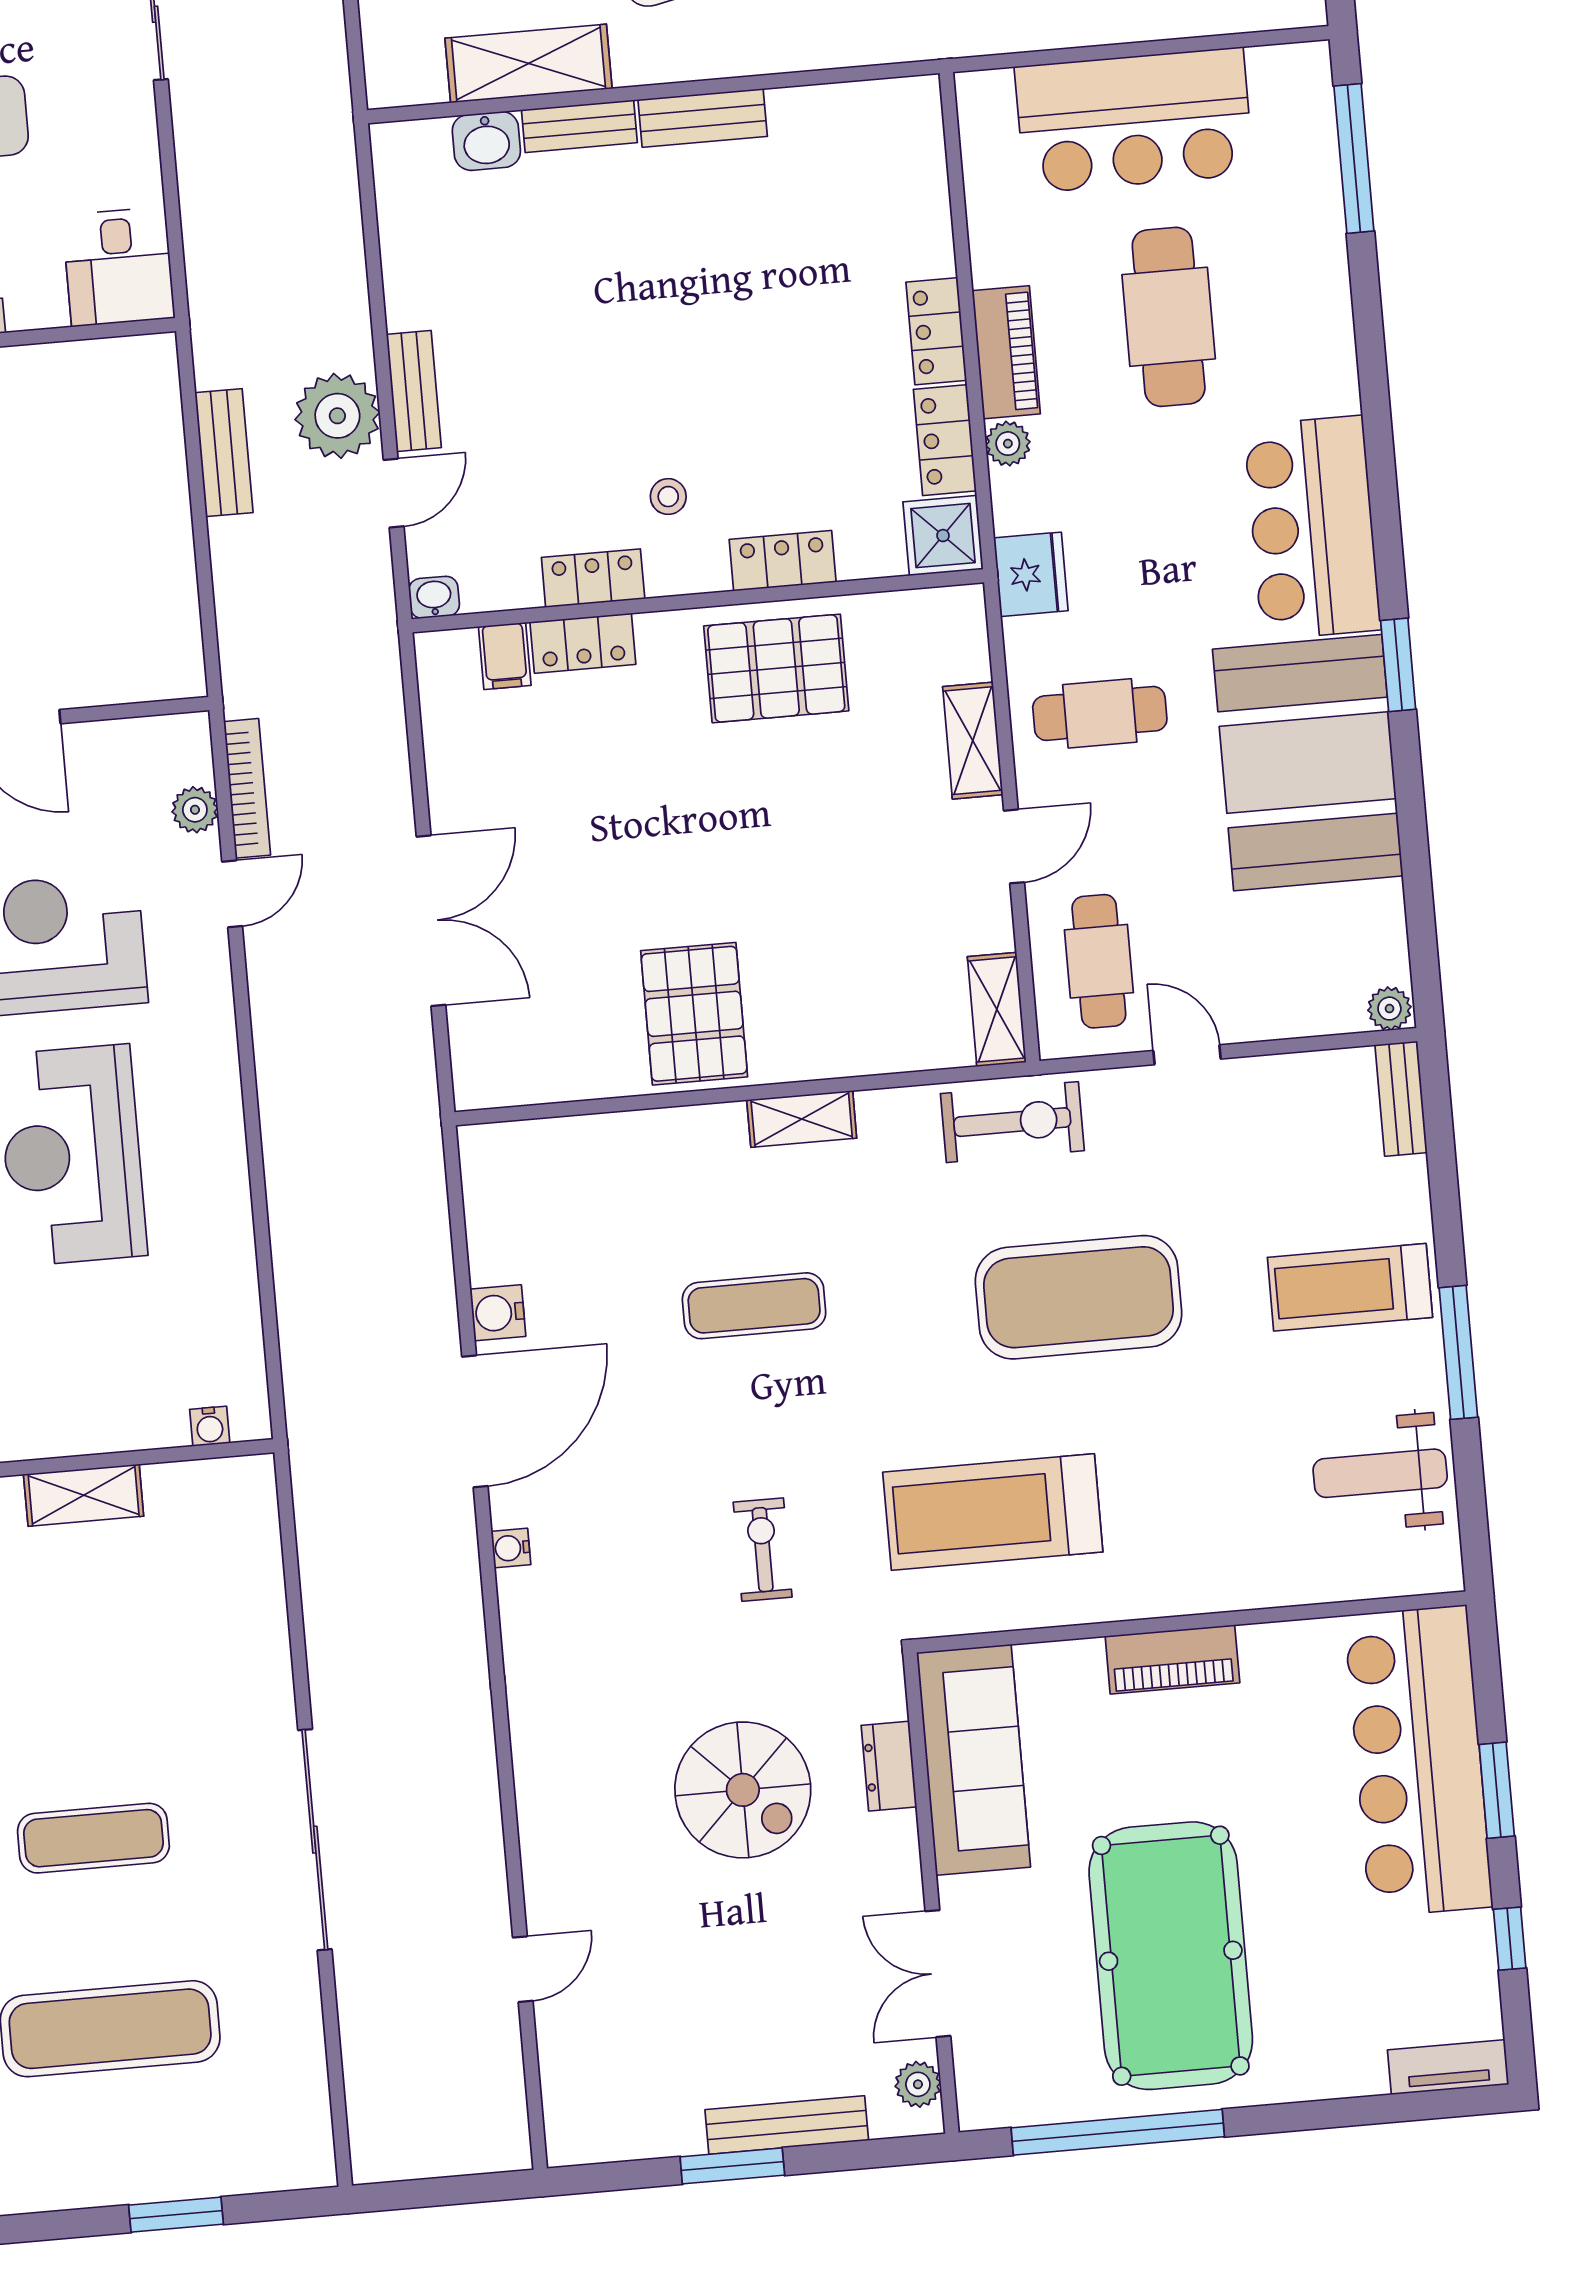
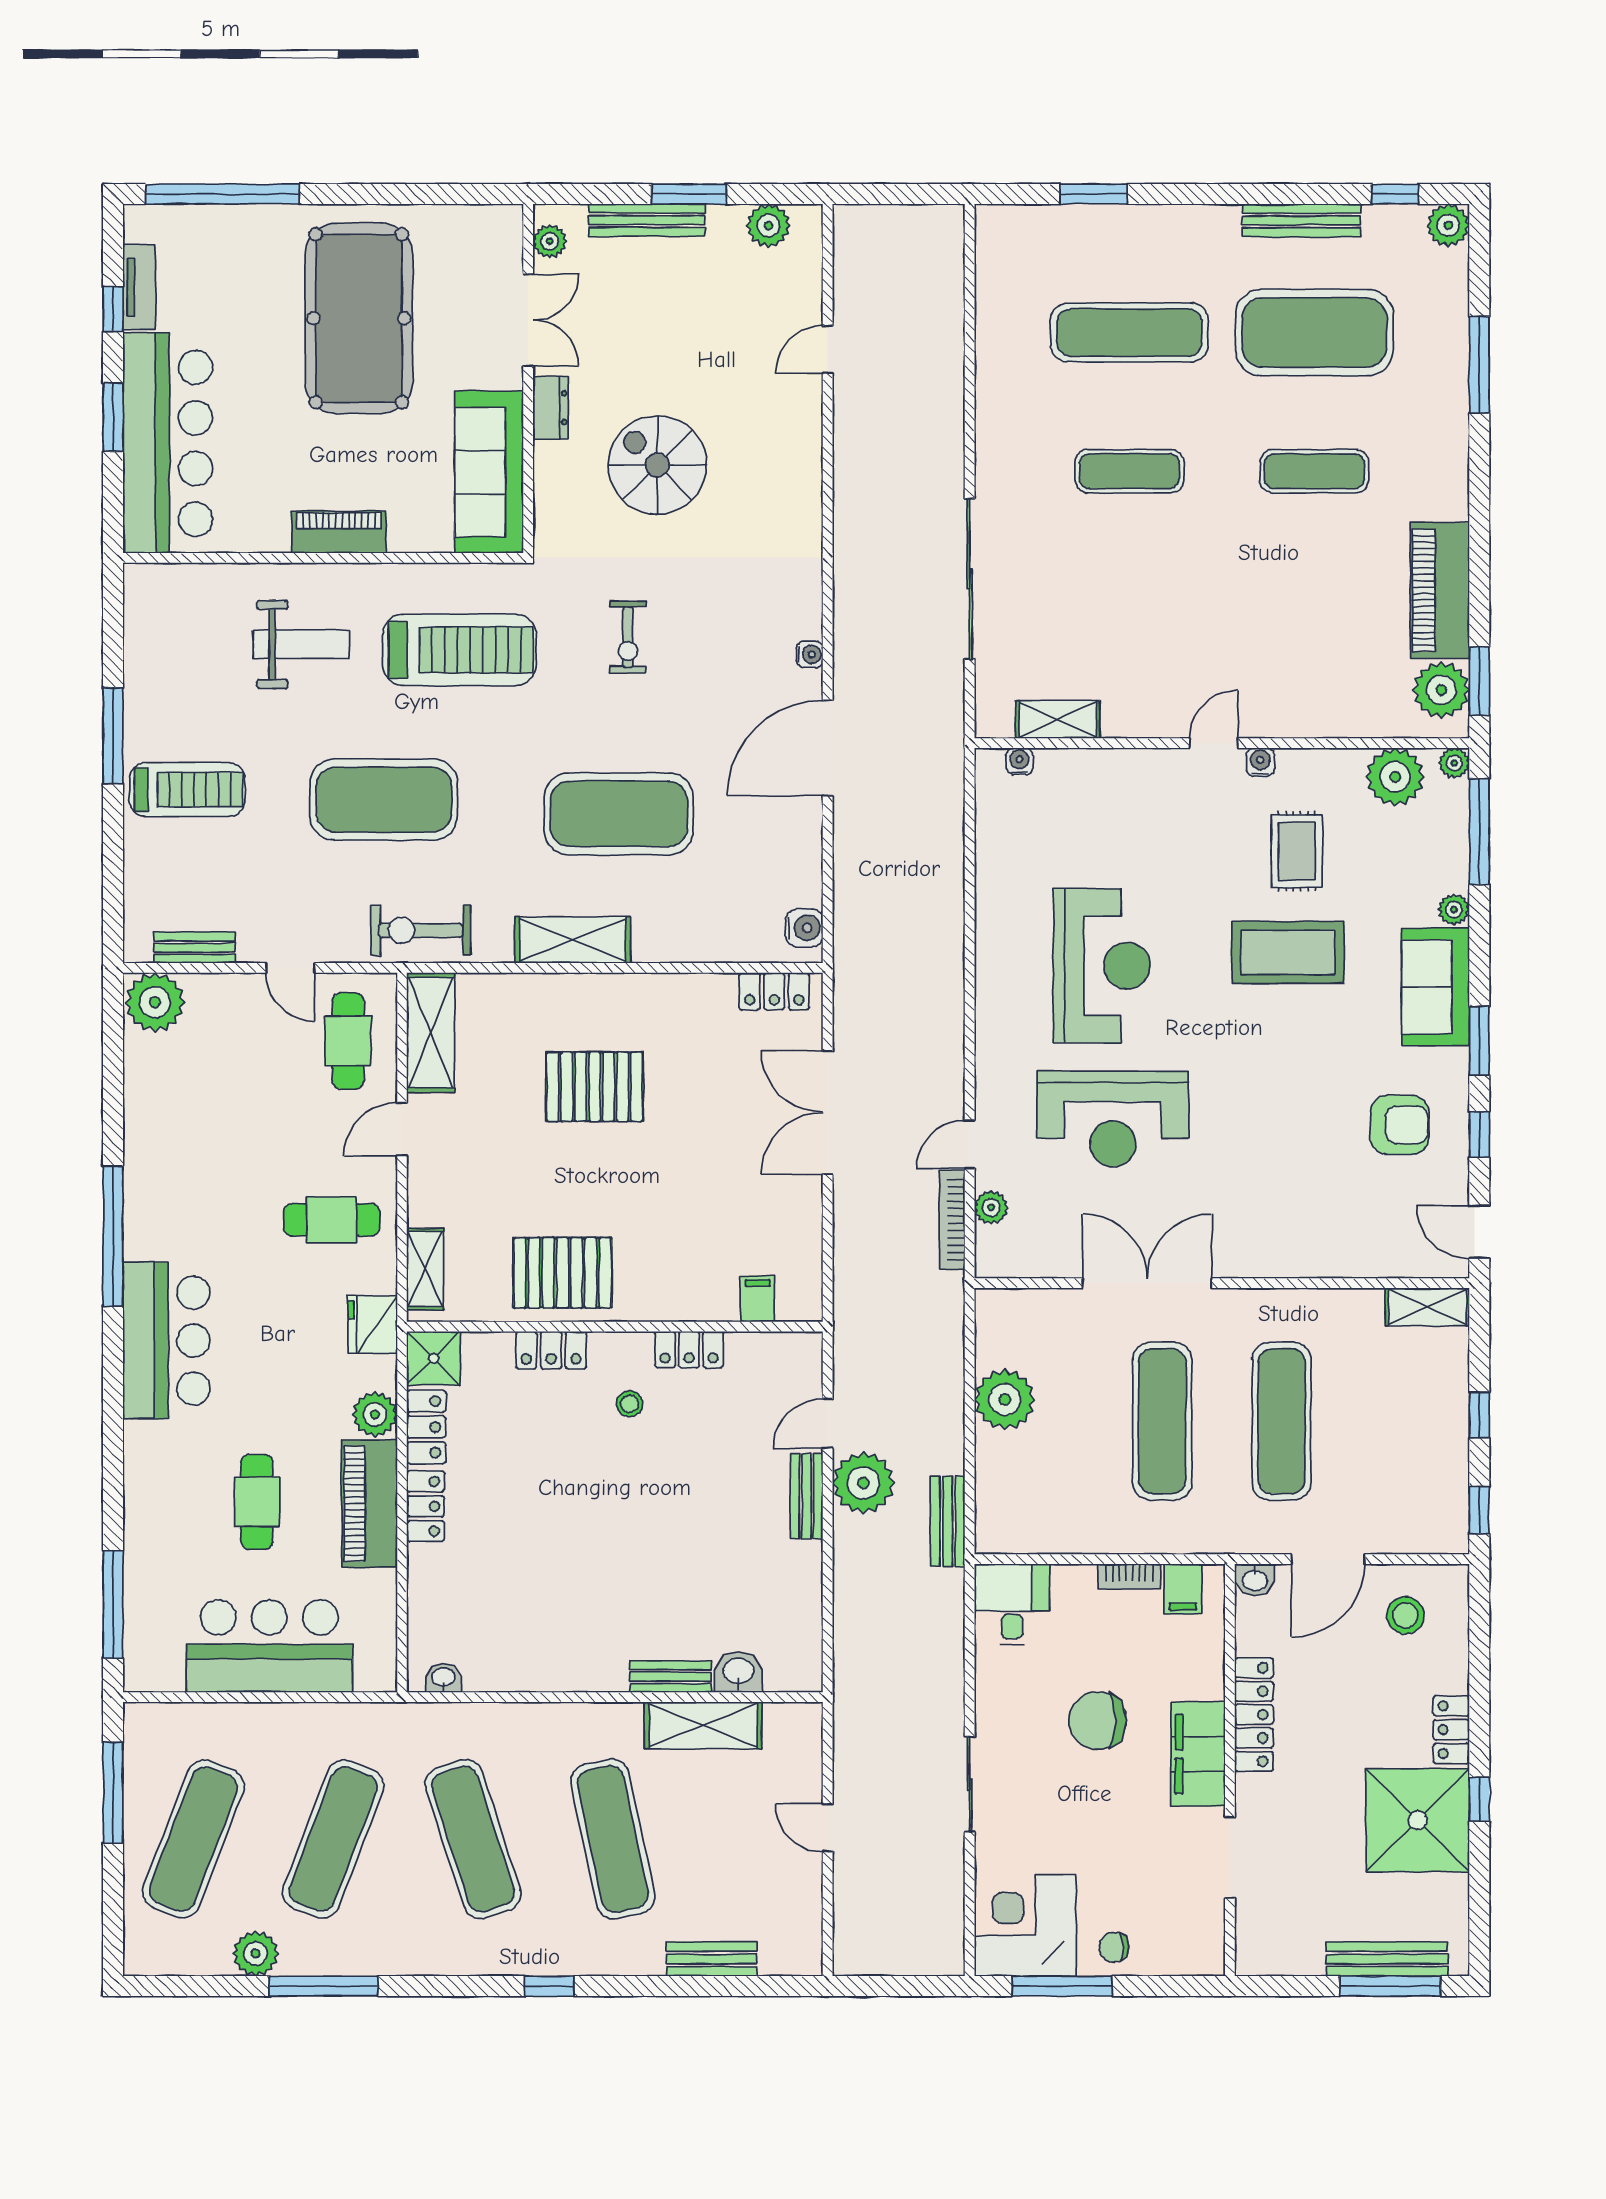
bench: (703, 118) -> (581, 1675), removed
cafe table: (1169, 317) -> (257, 1502), width x0.73, depth x0.74
piano: (1006, 352) -> (370, 1504), width x1.37, depth x1.33
plant: (1008, 444) -> (375, 1414), width x1.38, depth x1.38
bench: (224, 453) -> (948, 1521), moved
plant: (153, 547) -> (1005, 1400), added
washbasin: (434, 597) -> (443, 1678), moved, turned 180
locker: (583, 643) -> (774, 991), moved, turned 180
window: (1398, 665) -> (113, 1236), width x2.11
shelving: (973, 741) -> (425, 1269), moved
booth: (1308, 763) -> (185, 1171), removed
shelving: (997, 1009) -> (431, 1033), width x1.50, depth x1.33
plant: (1389, 1009) -> (155, 1002), width x1.88, depth x1.88
pallet: (694, 1014) -> (595, 1087), moved, turned 90
bench: (1401, 1099) -> (195, 948), moved, turned 90
shelving: (802, 1119) -> (573, 940), width x1.50, depth x1.33
exercise mat: (754, 1306) -> (619, 814), width x2.00, depth x1.45
water cooler: (498, 1313) -> (804, 928), moved
weight bench: (1380, 1473) -> (301, 644), moved
shelving: (84, 1495) -> (1058, 720), moved
dresser: (889, 1766) -> (550, 408), moved
sliding door: (315, 1840) -> (970, 579), moved
tv unit: (1448, 2067) -> (139, 287), moved, turned -90
plant: (619, 2132) -> (768, 226), added
window: (1118, 2132) -> (222, 194), moved

